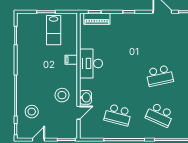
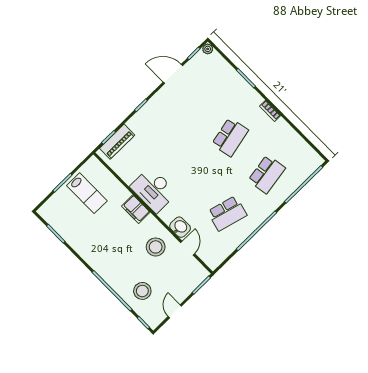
filing cabinet: (71, 60) -> (136, 209), width x2.00
school desk: (160, 115) -> (267, 174), turned -33

